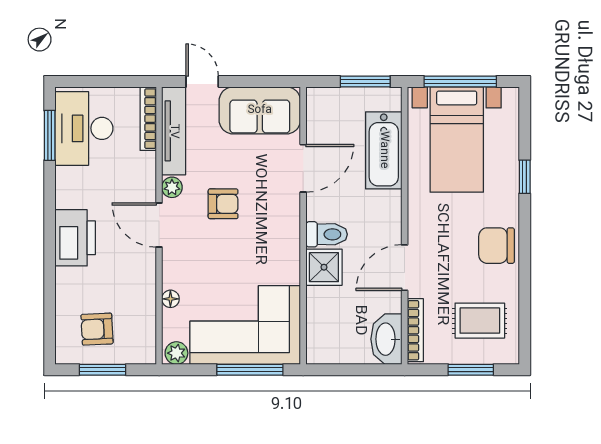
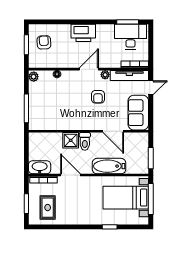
bathtub: (384, 150) -> (109, 166), moved
chair: (496, 246) -> (80, 215), removed
corner sofa: (245, 325) -> (46, 106), removed

